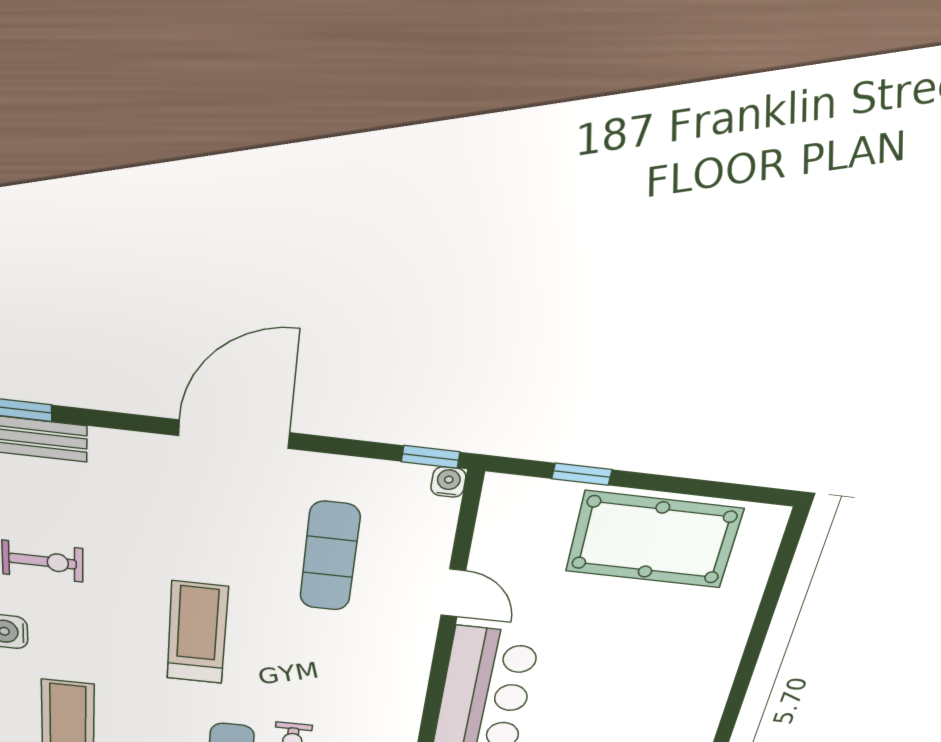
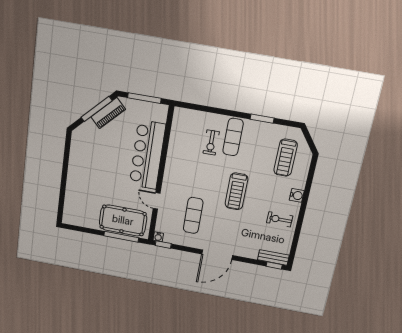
window: (582, 474) -> (121, 237), width x2.17
pool table: (654, 540) -> (123, 220), moved

